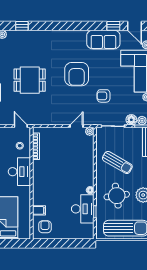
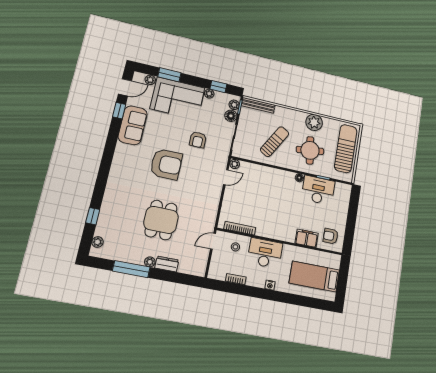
door: (77, 126) -> (226, 177), swing flipped
filing cabinet: (39, 210) -> (307, 238), width x2.00

